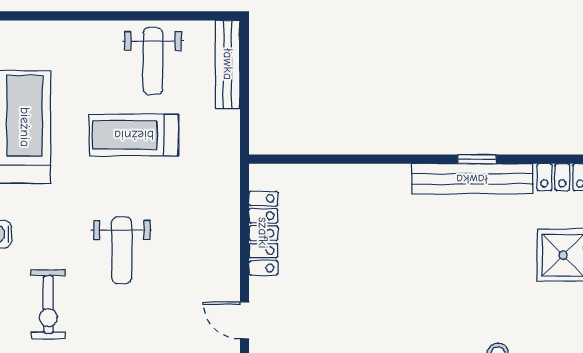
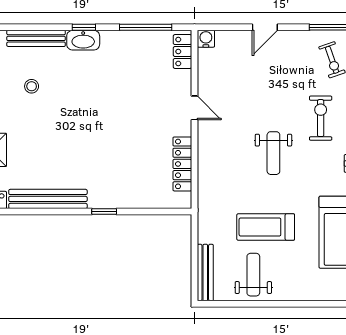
treadmill: (134, 135) -> (266, 227), turned 180
window: (477, 159) -> (104, 212), moved
weight bench: (122, 250) -> (273, 153), turned 180

